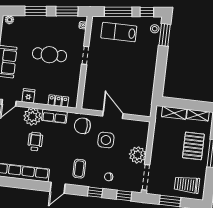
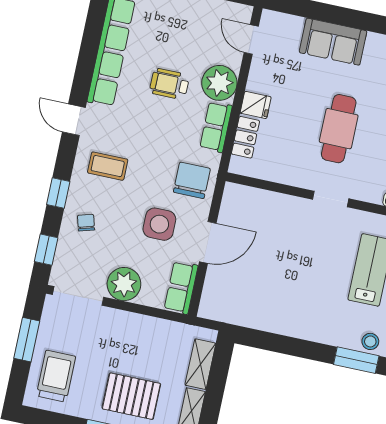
fridge: (28, 96) -> (256, 105), moved
row of seats: (137, 126) -> (181, 288), added
wheelchair: (35, 142) -> (169, 84), turned 180

